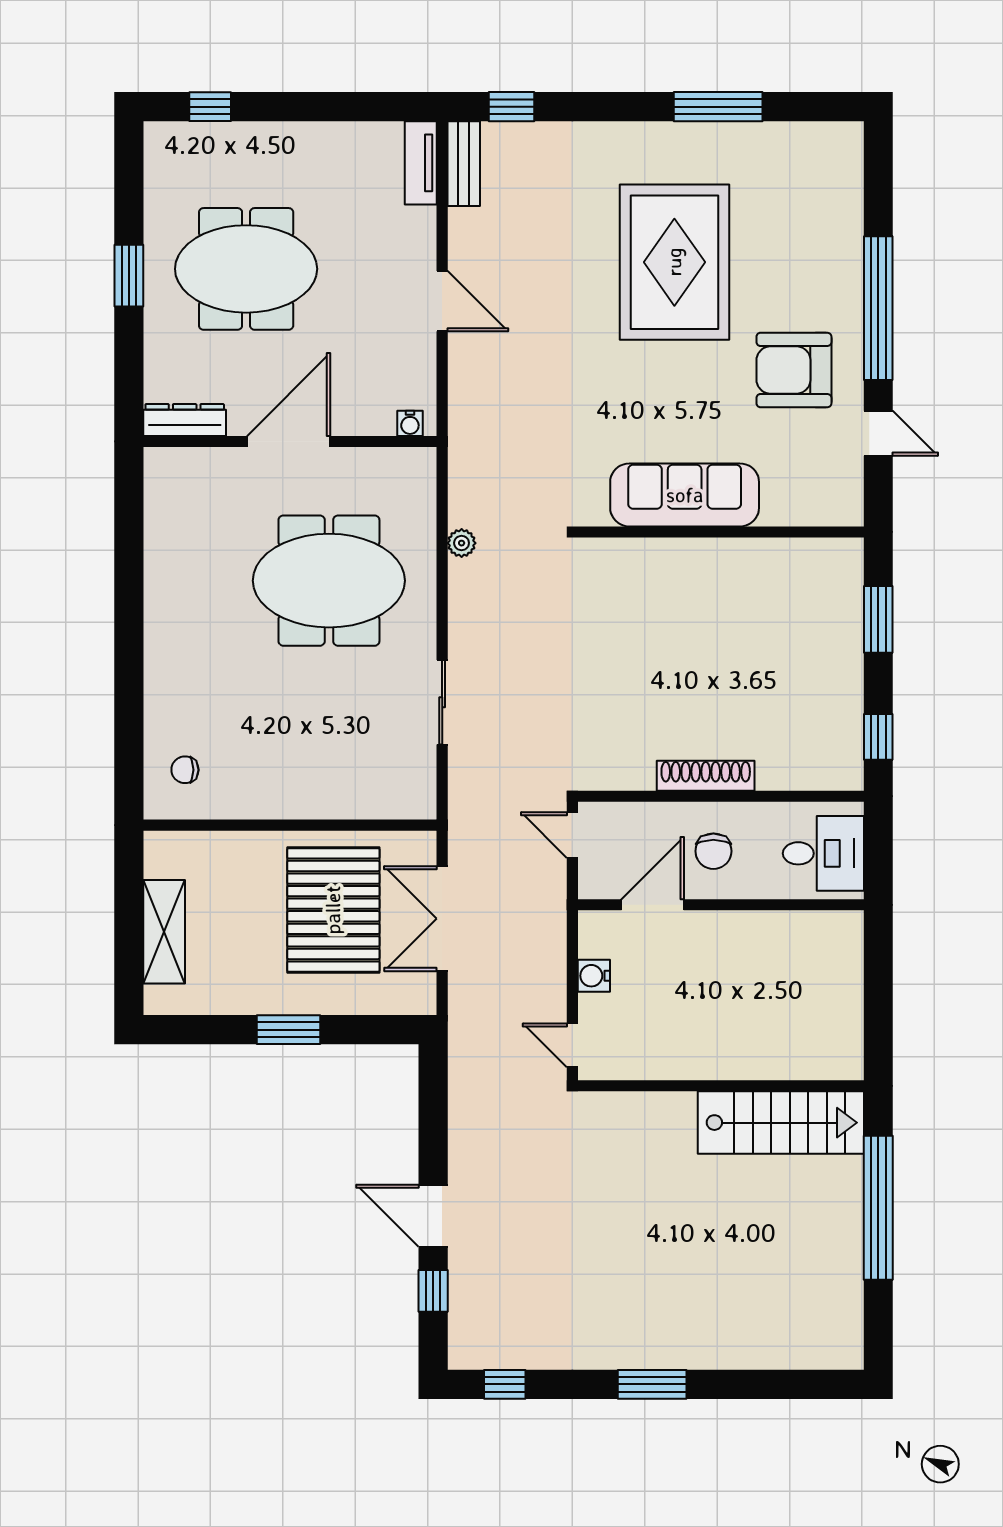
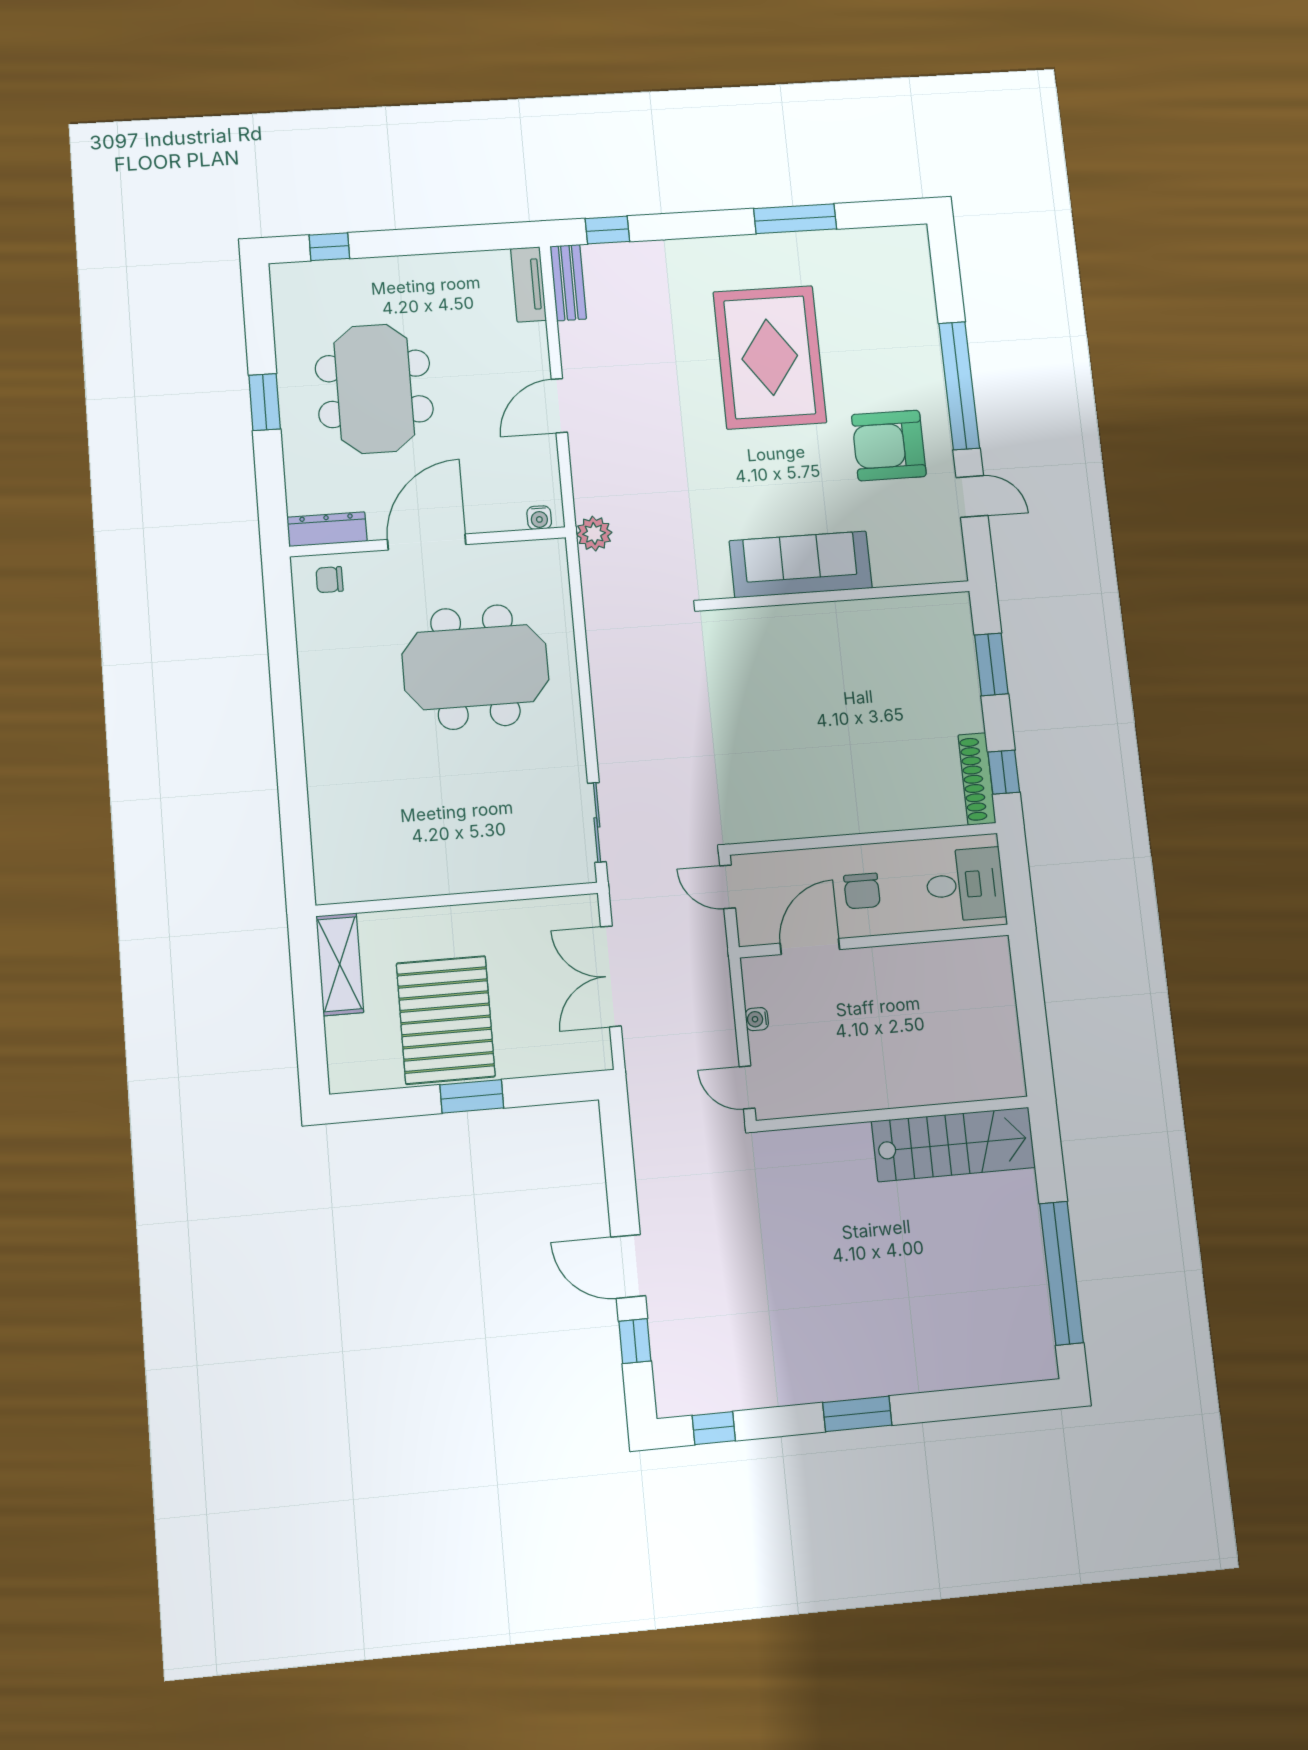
meeting table: (246, 269) -> (374, 389), turned 90
door: (442, 301) -> (559, 406), swing flipped
plant: (462, 543) -> (594, 534), moved, width x1.38, depth x1.38
sliding door: (442, 702) -> (597, 822), moved
chair: (185, 770) -> (330, 580), moved
shoe rack: (706, 776) -> (977, 779), moved, turned -90
pallet: (333, 910) -> (446, 1020), moved
shelving: (164, 932) -> (340, 964), moved
water cooler: (594, 976) -> (757, 1019), width x0.72, depth x0.72
window: (878, 1208) -> (1061, 1273), moved

